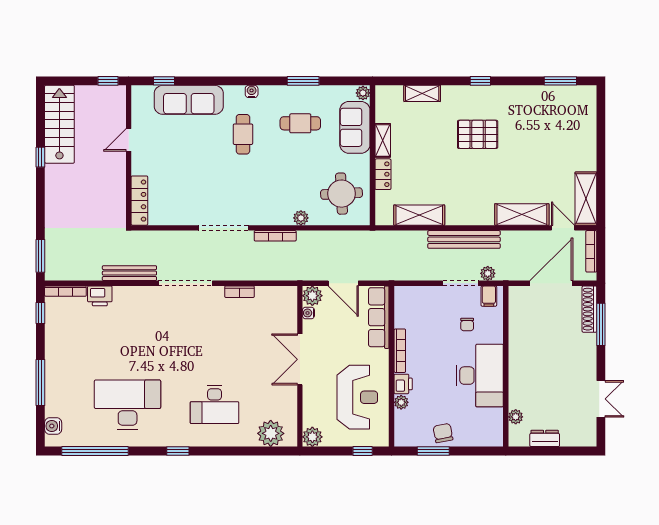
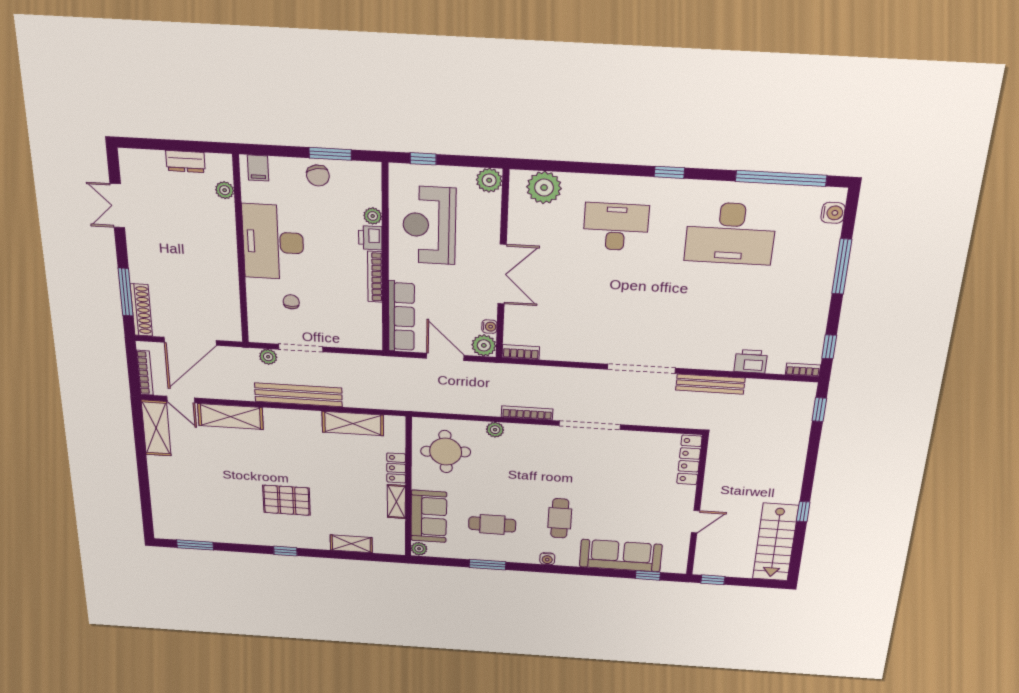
window: (40, 256) -> (819, 410), width x0.67
bookcase: (65, 291) -> (803, 370), width x0.64
bookcase: (239, 292) -> (521, 352), moved
filing cabinet: (489, 296) -> (258, 168), moved, turned 180

